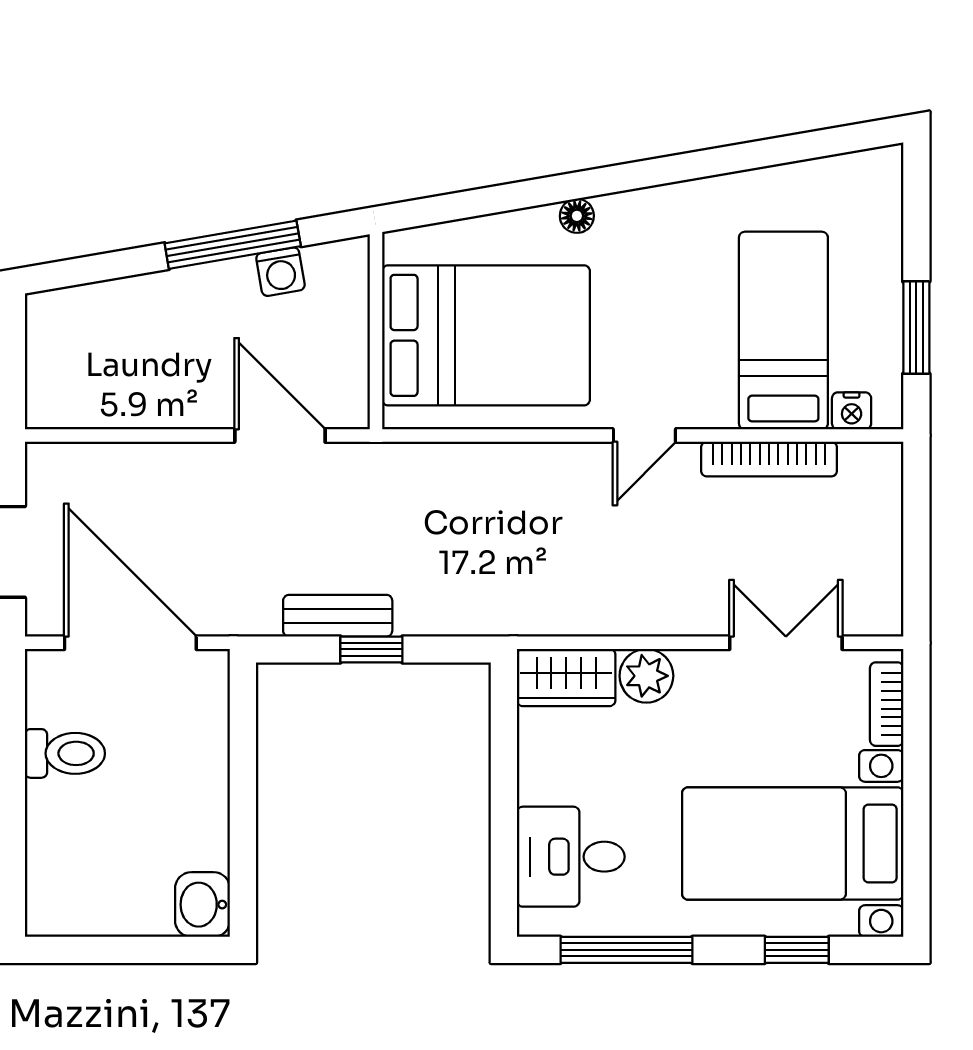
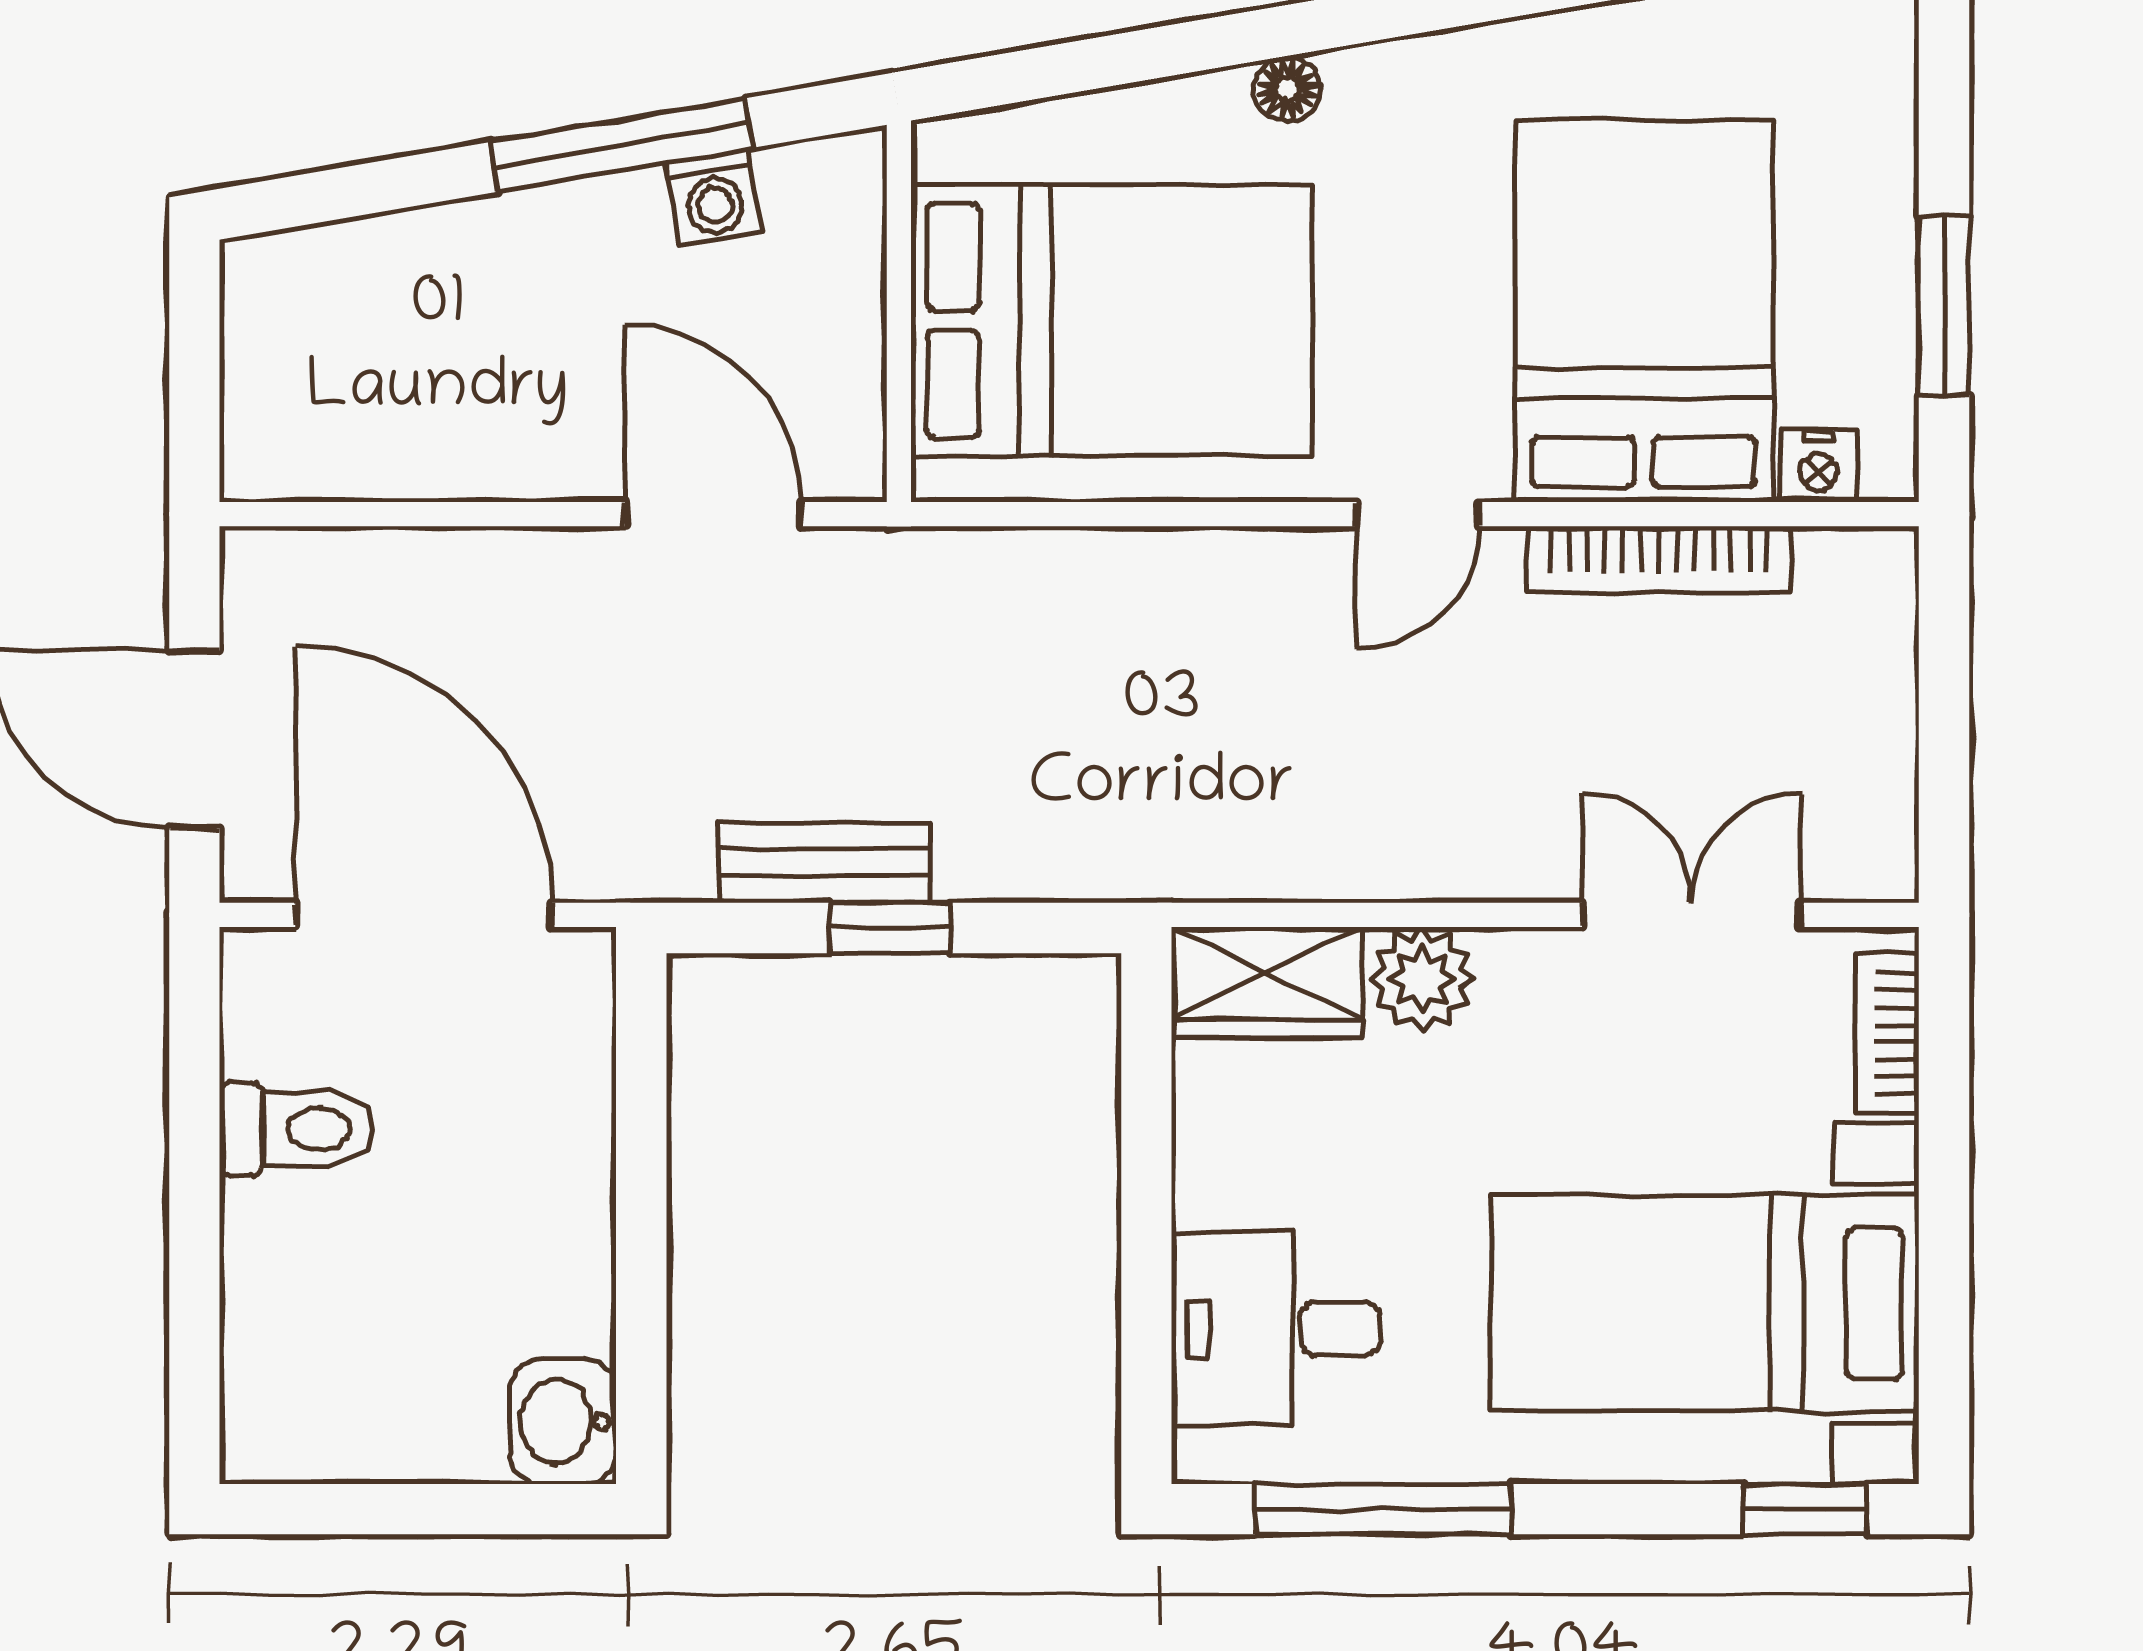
bed: (783, 331) -> (1644, 311), width x1.50
window: (797, 950) -> (1805, 1509), moved

